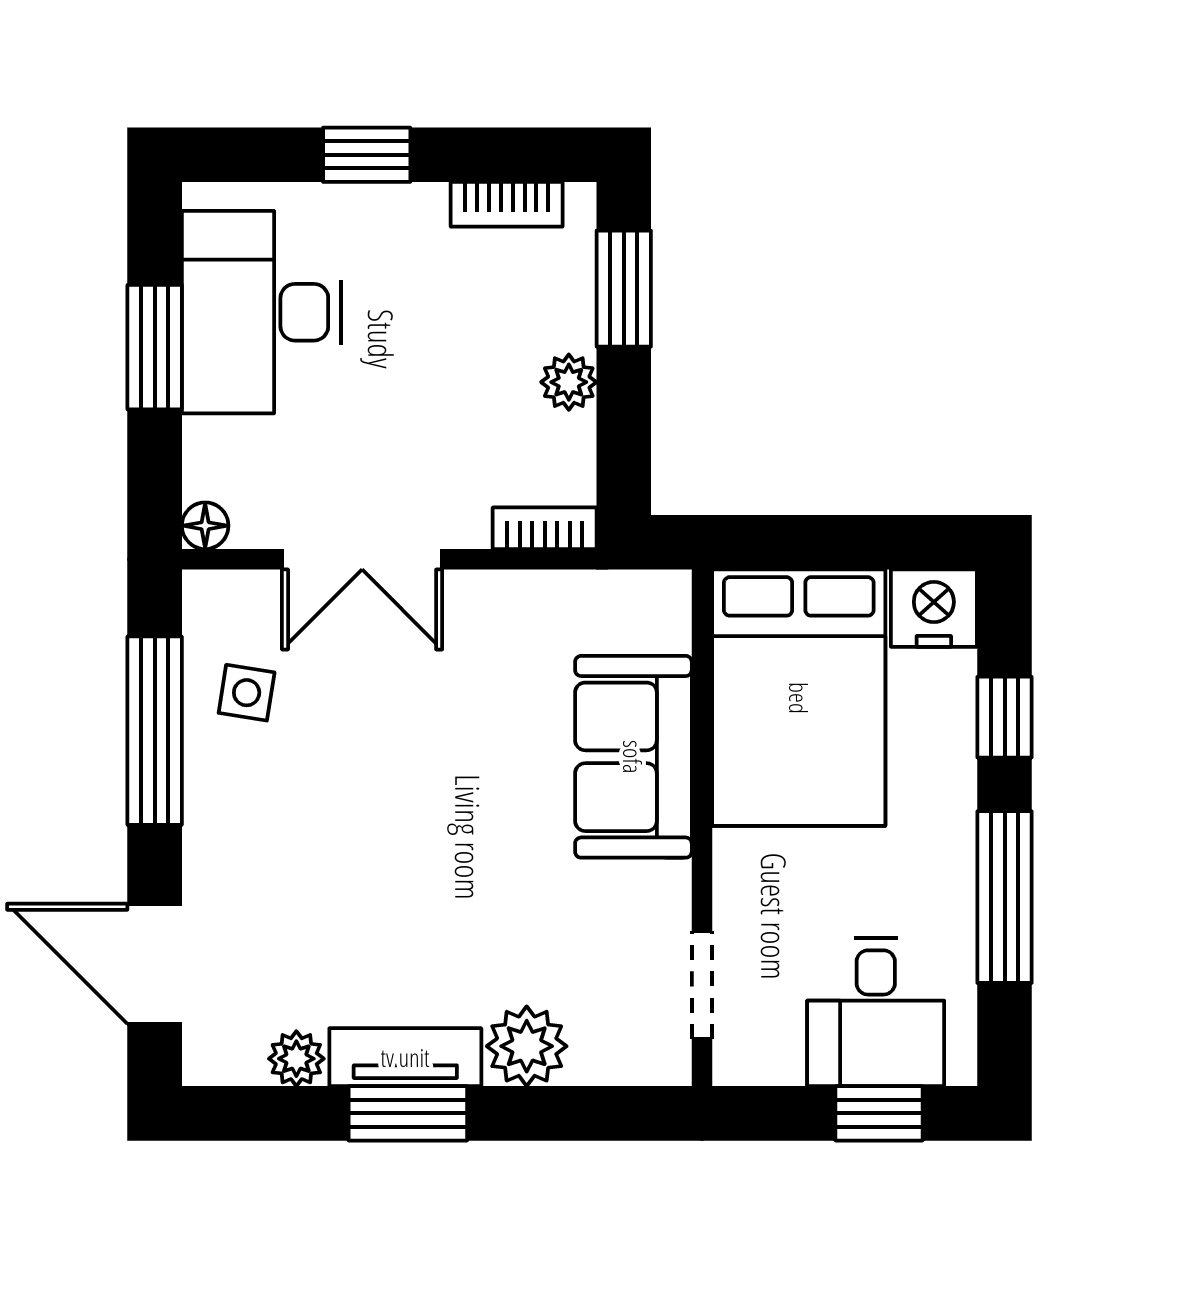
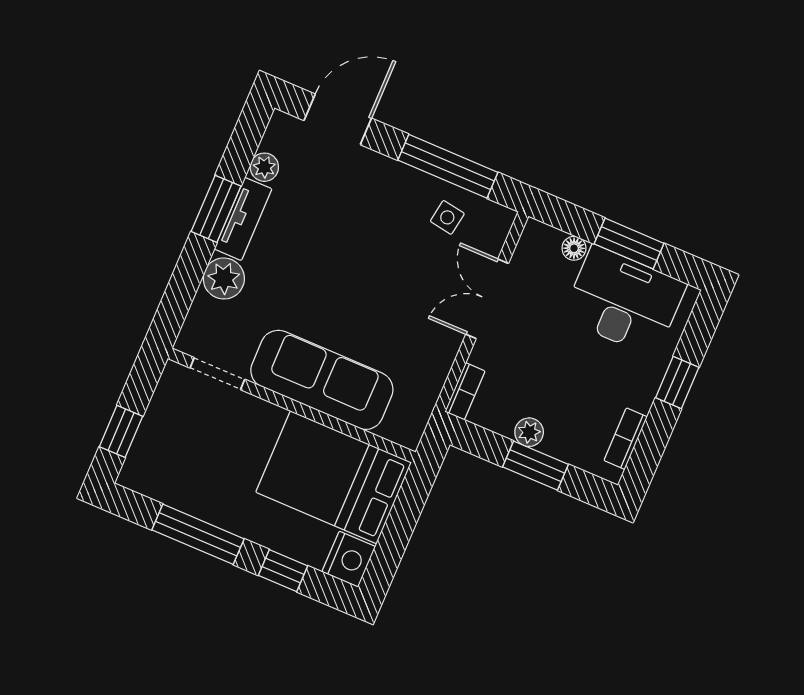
window: (624, 289) -> (535, 466), moved
floor lamp: (205, 526) -> (574, 248), moved
sofa: (633, 757) -> (322, 380), width x1.36
desk: (876, 1012) -> (169, 450), removed

